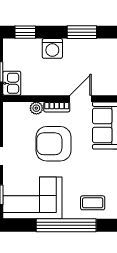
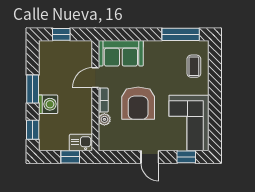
window: (82, 32) -> (33, 89), moved
door: (81, 99) -> (95, 78), hinge flipped
window: (66, 225) -> (215, 91), removed

